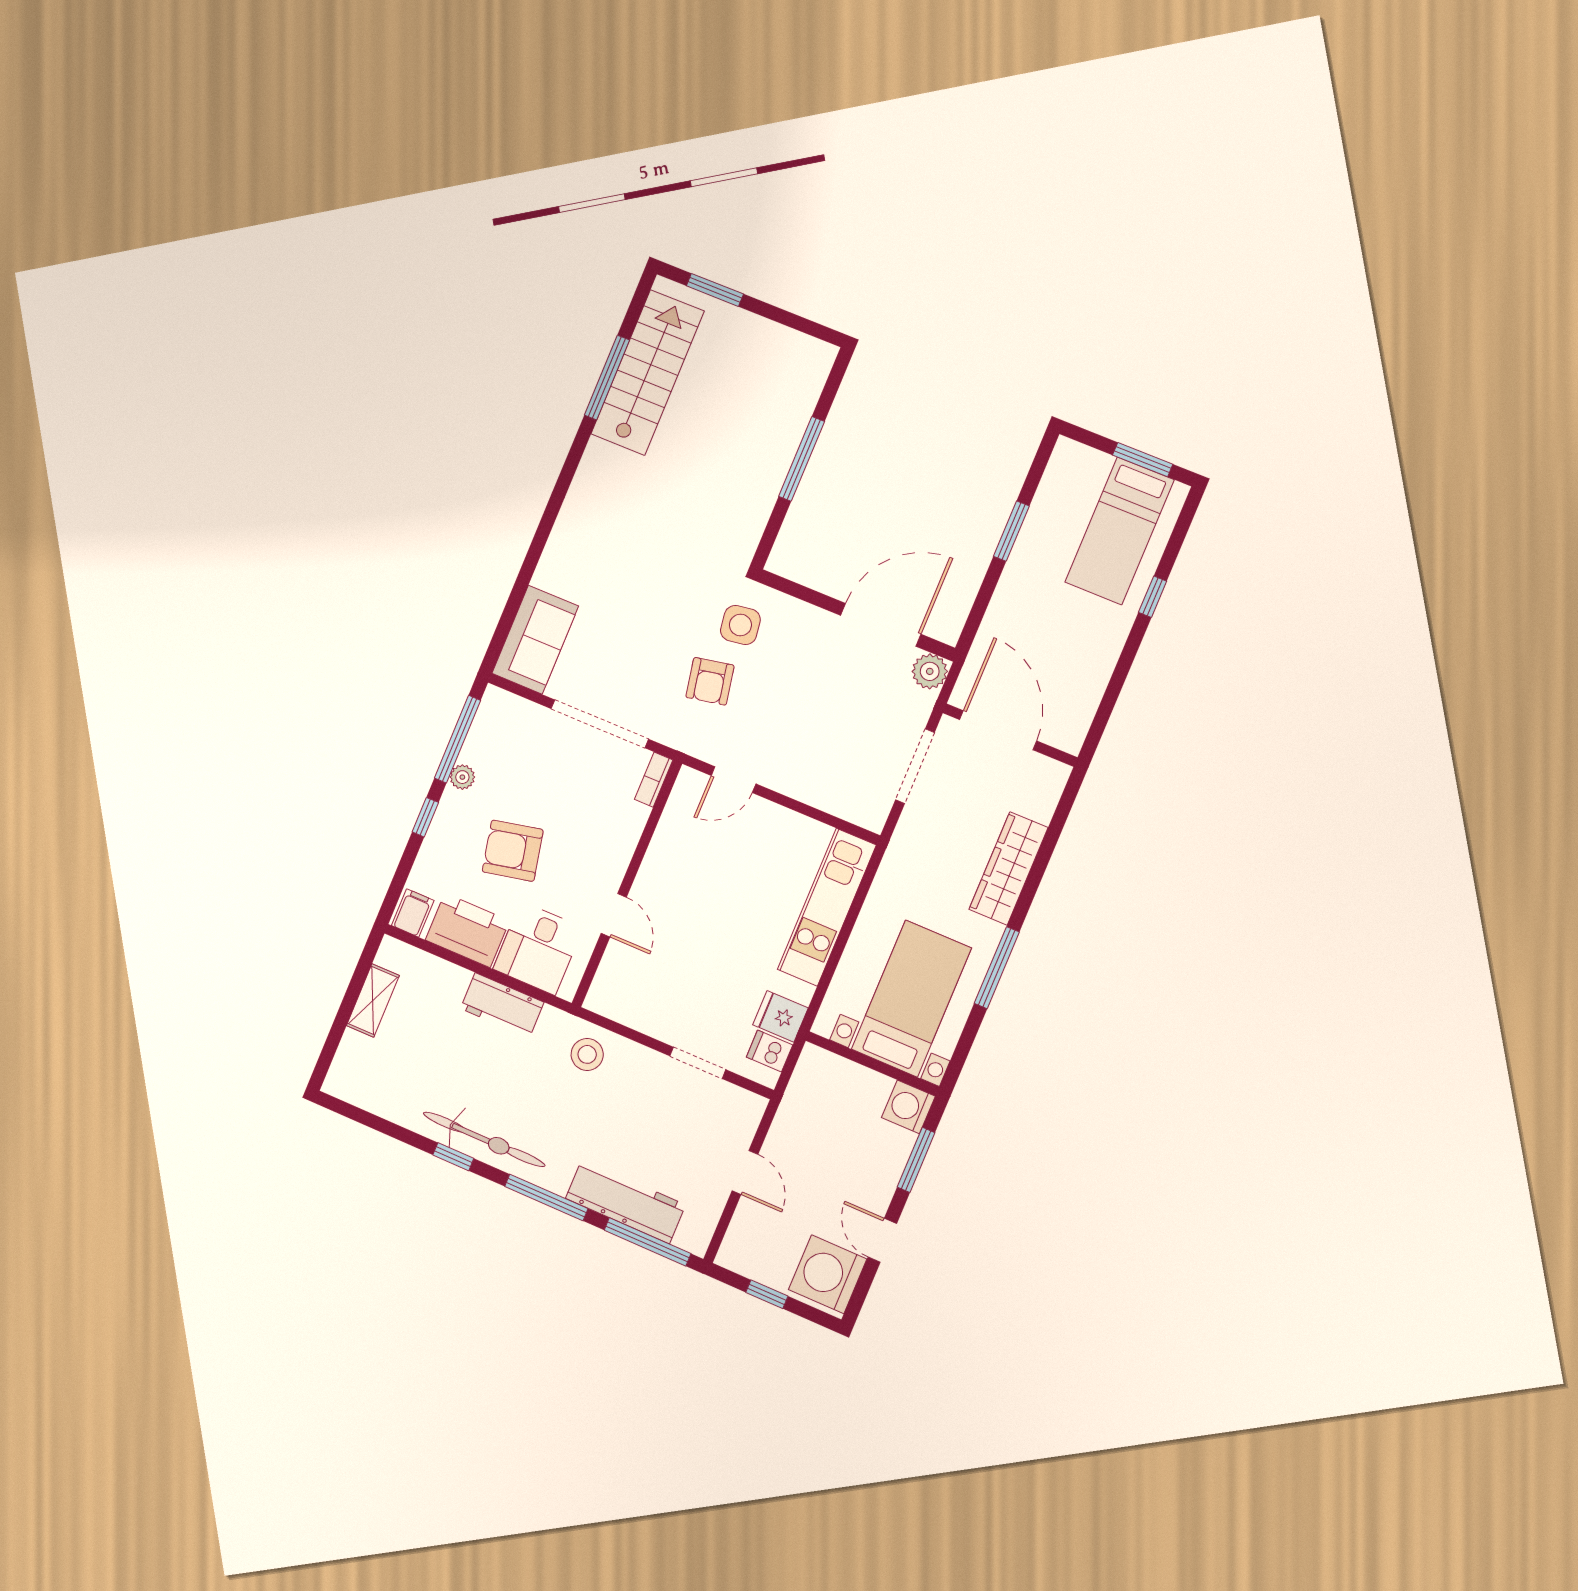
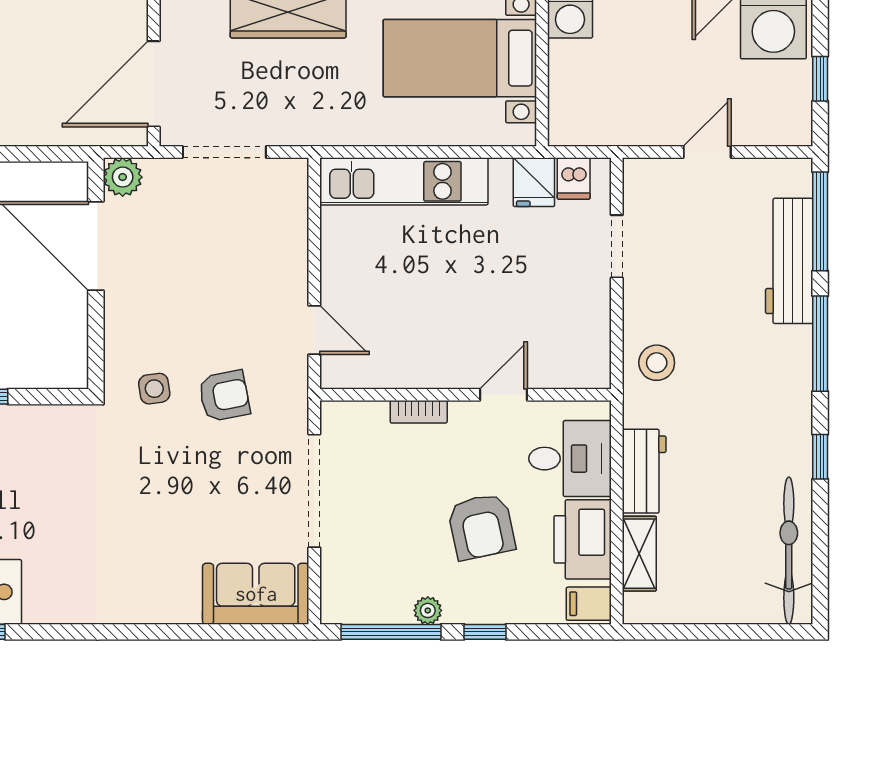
side table: (740, 625) -> (154, 389), width x0.73, depth x0.73
bookcase: (654, 780) -> (419, 412), moved
shelving: (373, 1001) -> (639, 554), moved, turned 90
bicycle: (484, 1139) -> (789, 551), moved

